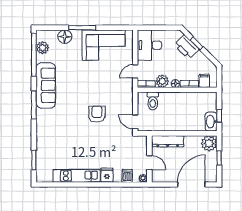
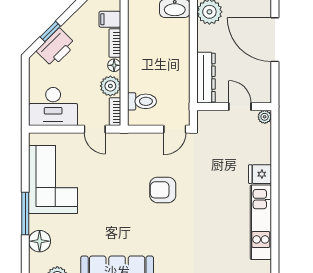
door: (149, 163) -> (240, 107), hinge flipped
dishwasher: (127, 176) -> (261, 142), removed

